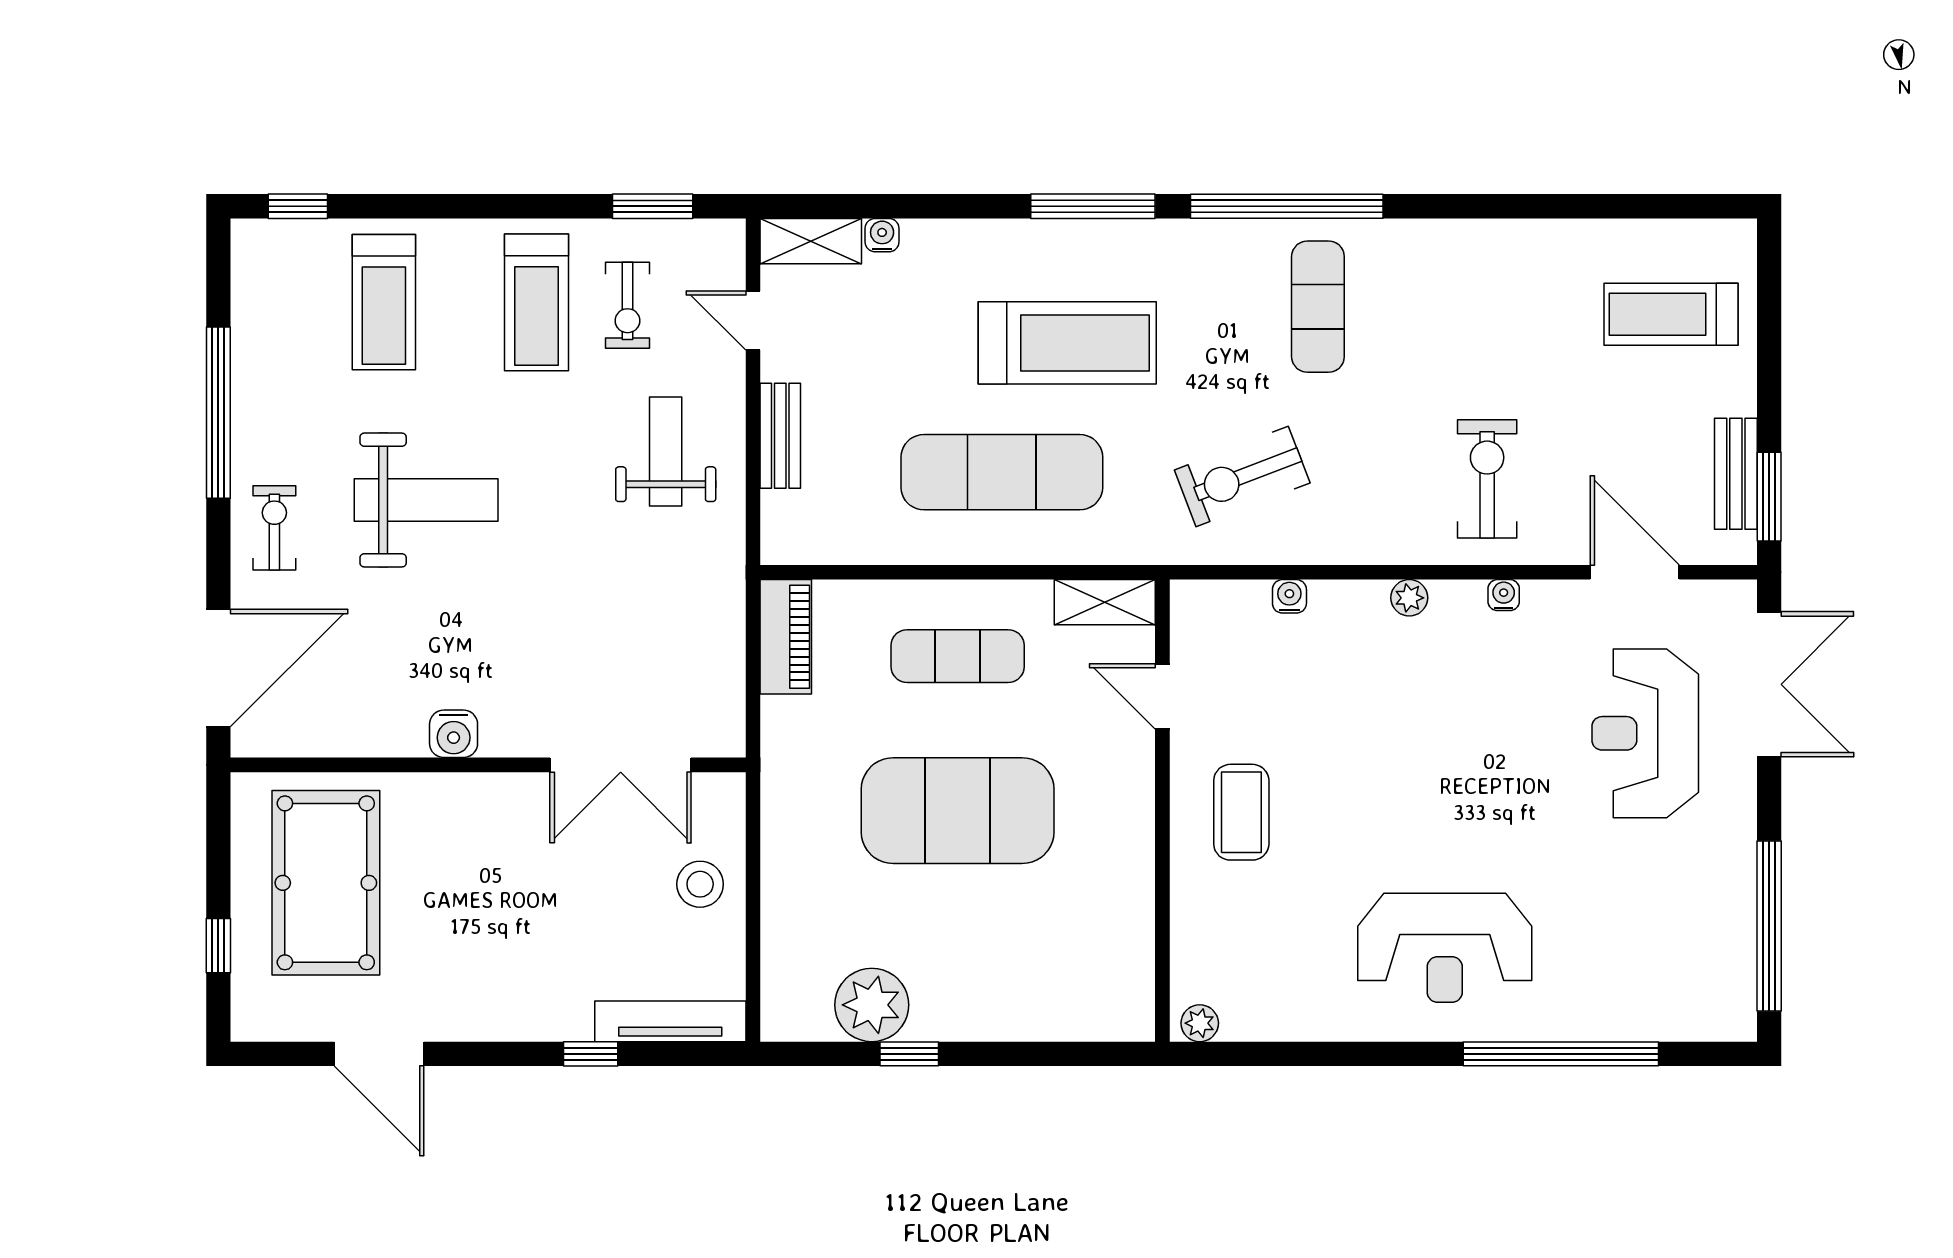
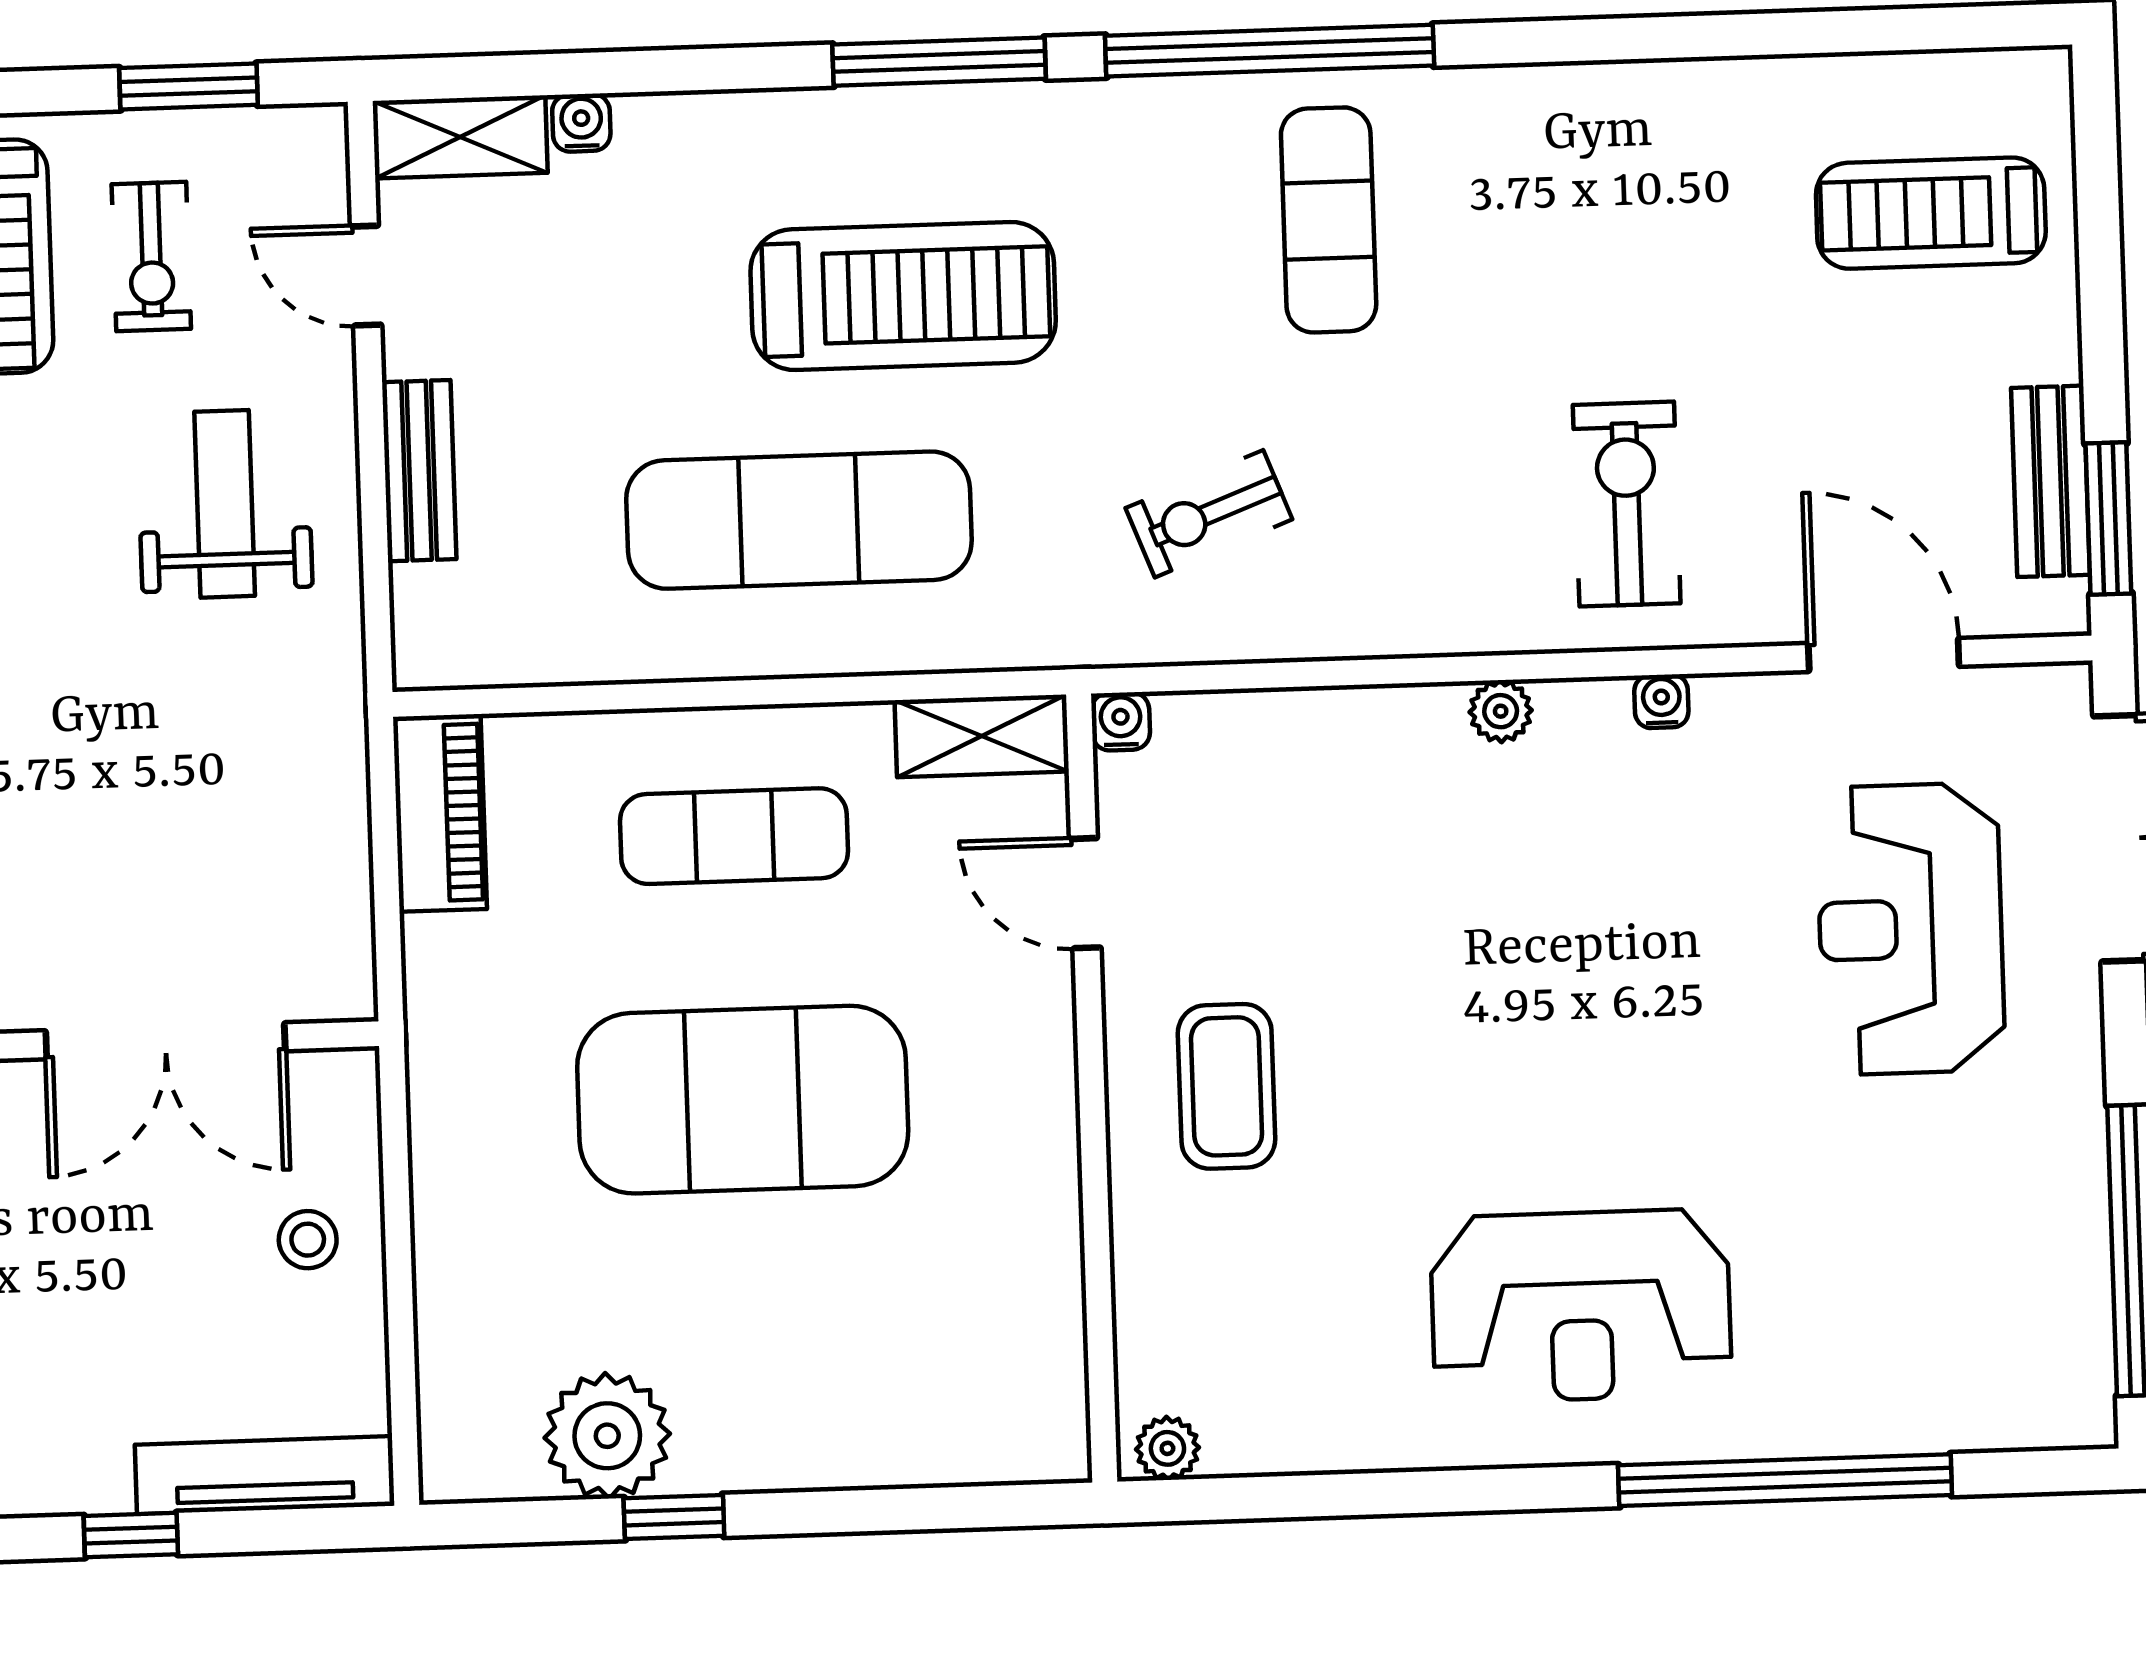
exercise bike: (1242, 476) -> (1209, 514), width x0.73, depth x0.72
water cooler: (1289, 596) -> (1121, 721), moved
stool: (700, 884) -> (308, 1240), width x0.73, depth x0.73

